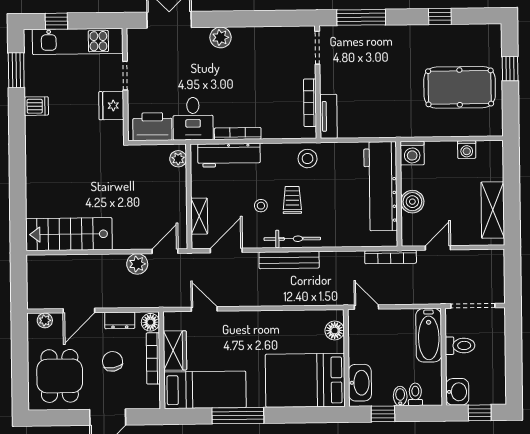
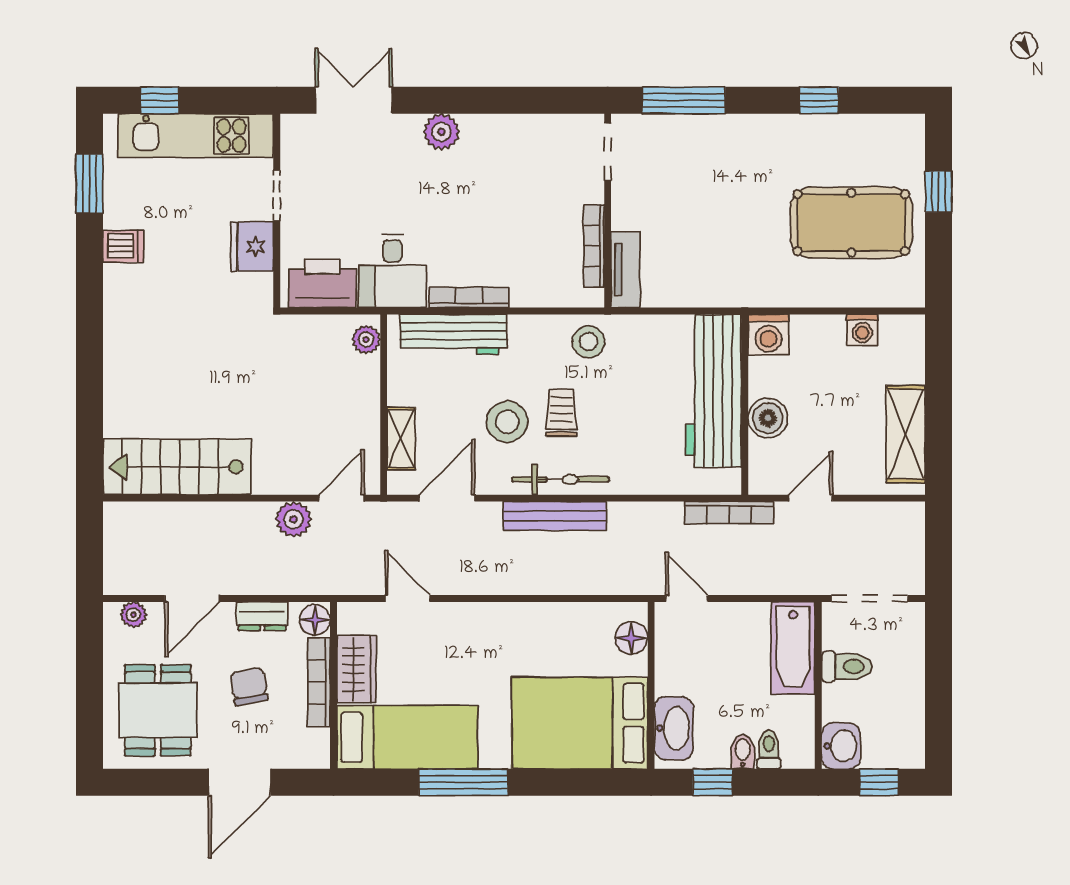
stool: (261, 206) -> (507, 422), width x1.89, depth x1.89

